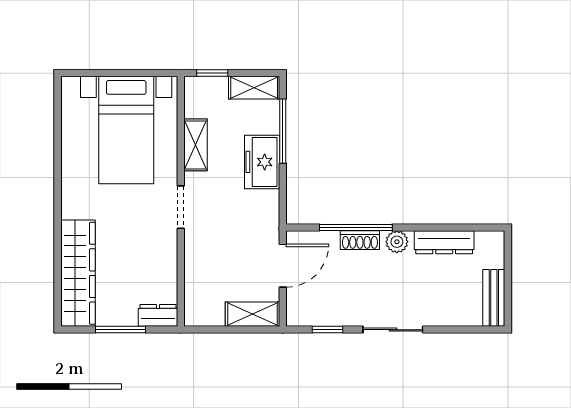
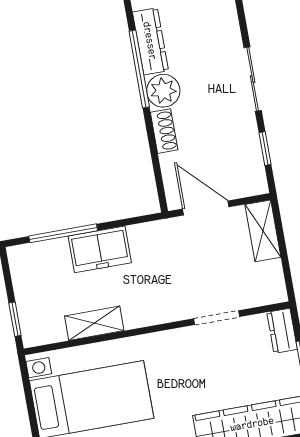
shelving: (254, 88) -> (22, 272), removed
doorway: (181, 207) -> (217, 318), moved
window: (356, 227) -> (139, 69), moved
plant: (397, 242) -> (163, 91), width x1.38, depth x1.38

